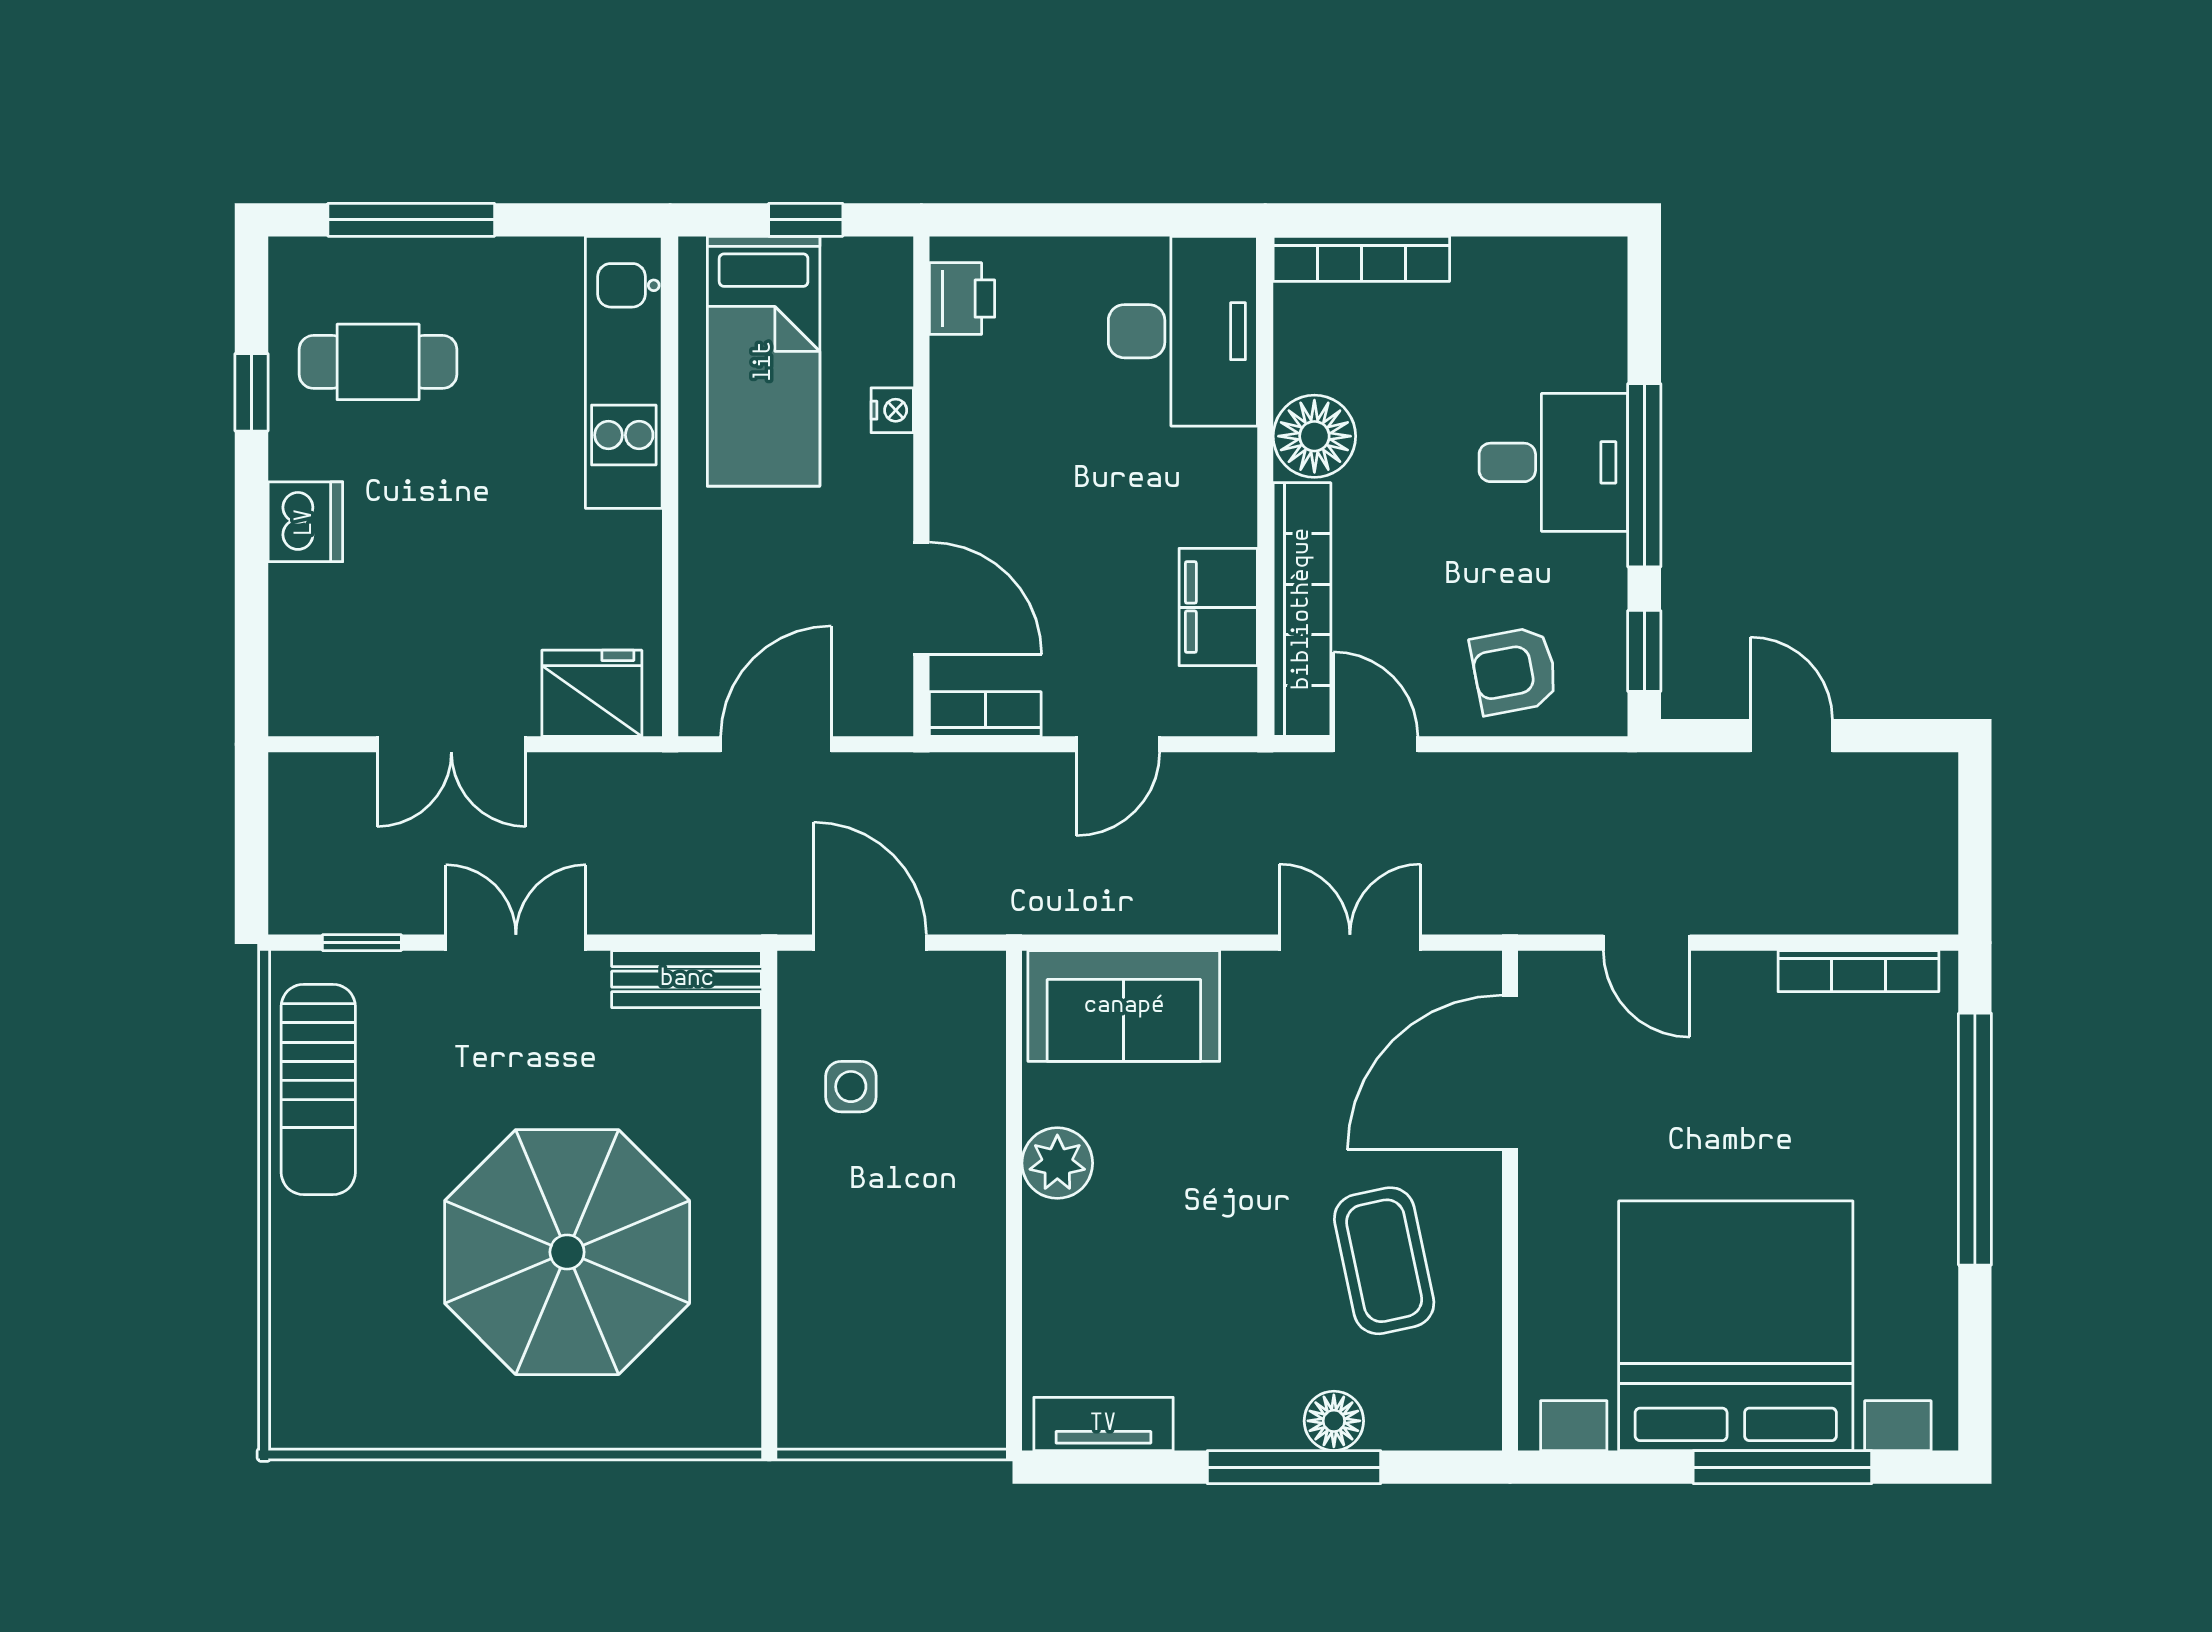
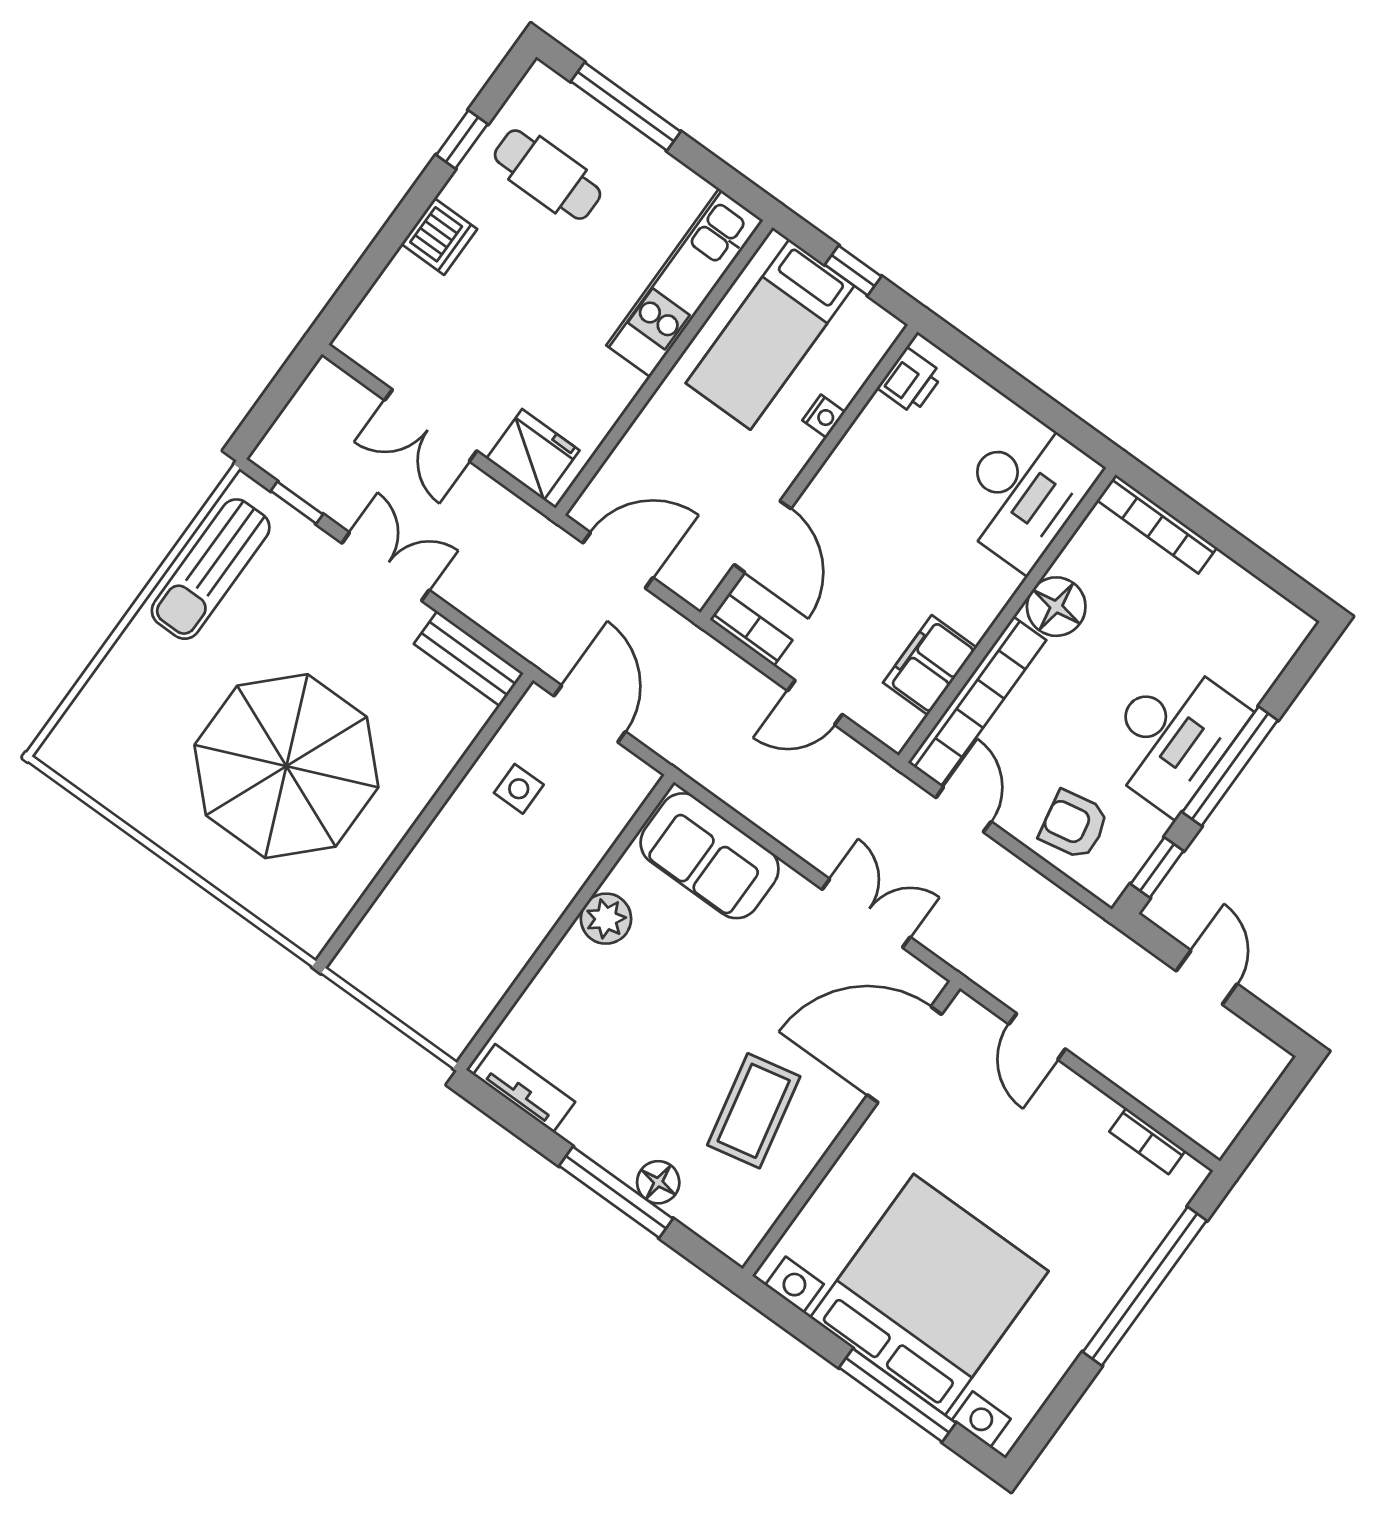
desk: (1553, 462) -> (1172, 736), width x1.37
bookcase: (1858, 971) -> (1147, 1141), width x0.64

